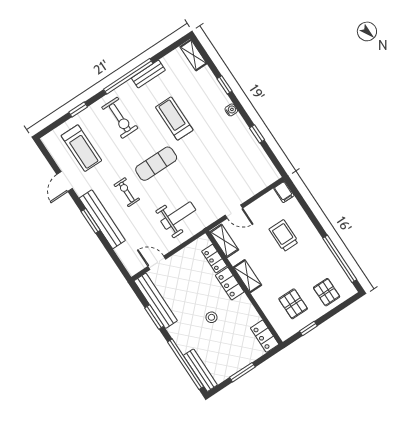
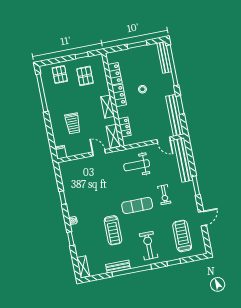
bench: (102, 219) -> (183, 160), moved
locker: (230, 284) -> (119, 95), moved
locker: (265, 336) -> (115, 74), moved

